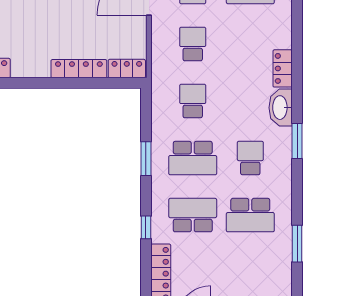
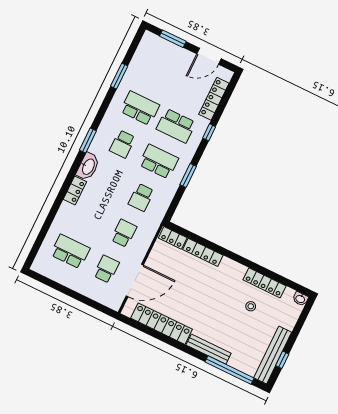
school desk: (193, 44) -> (124, 233), turned 180

